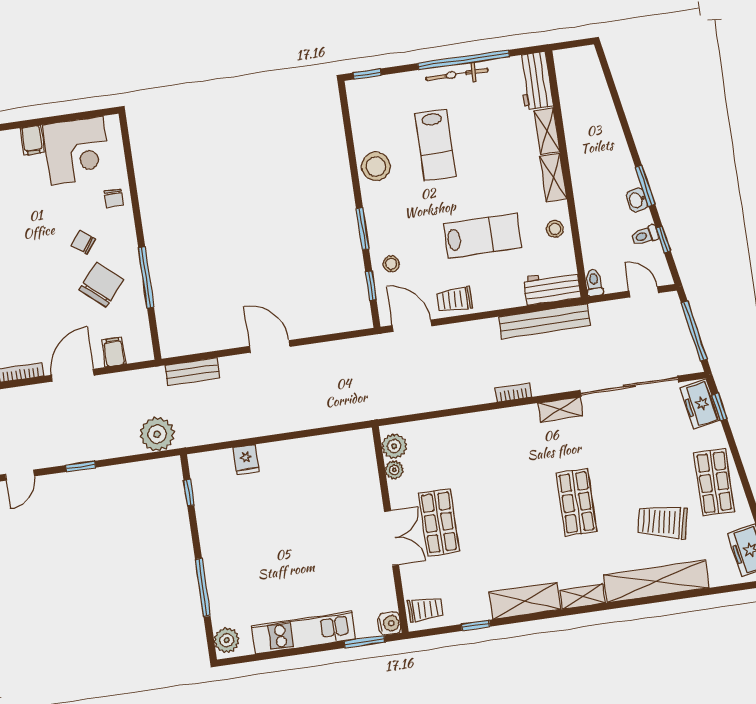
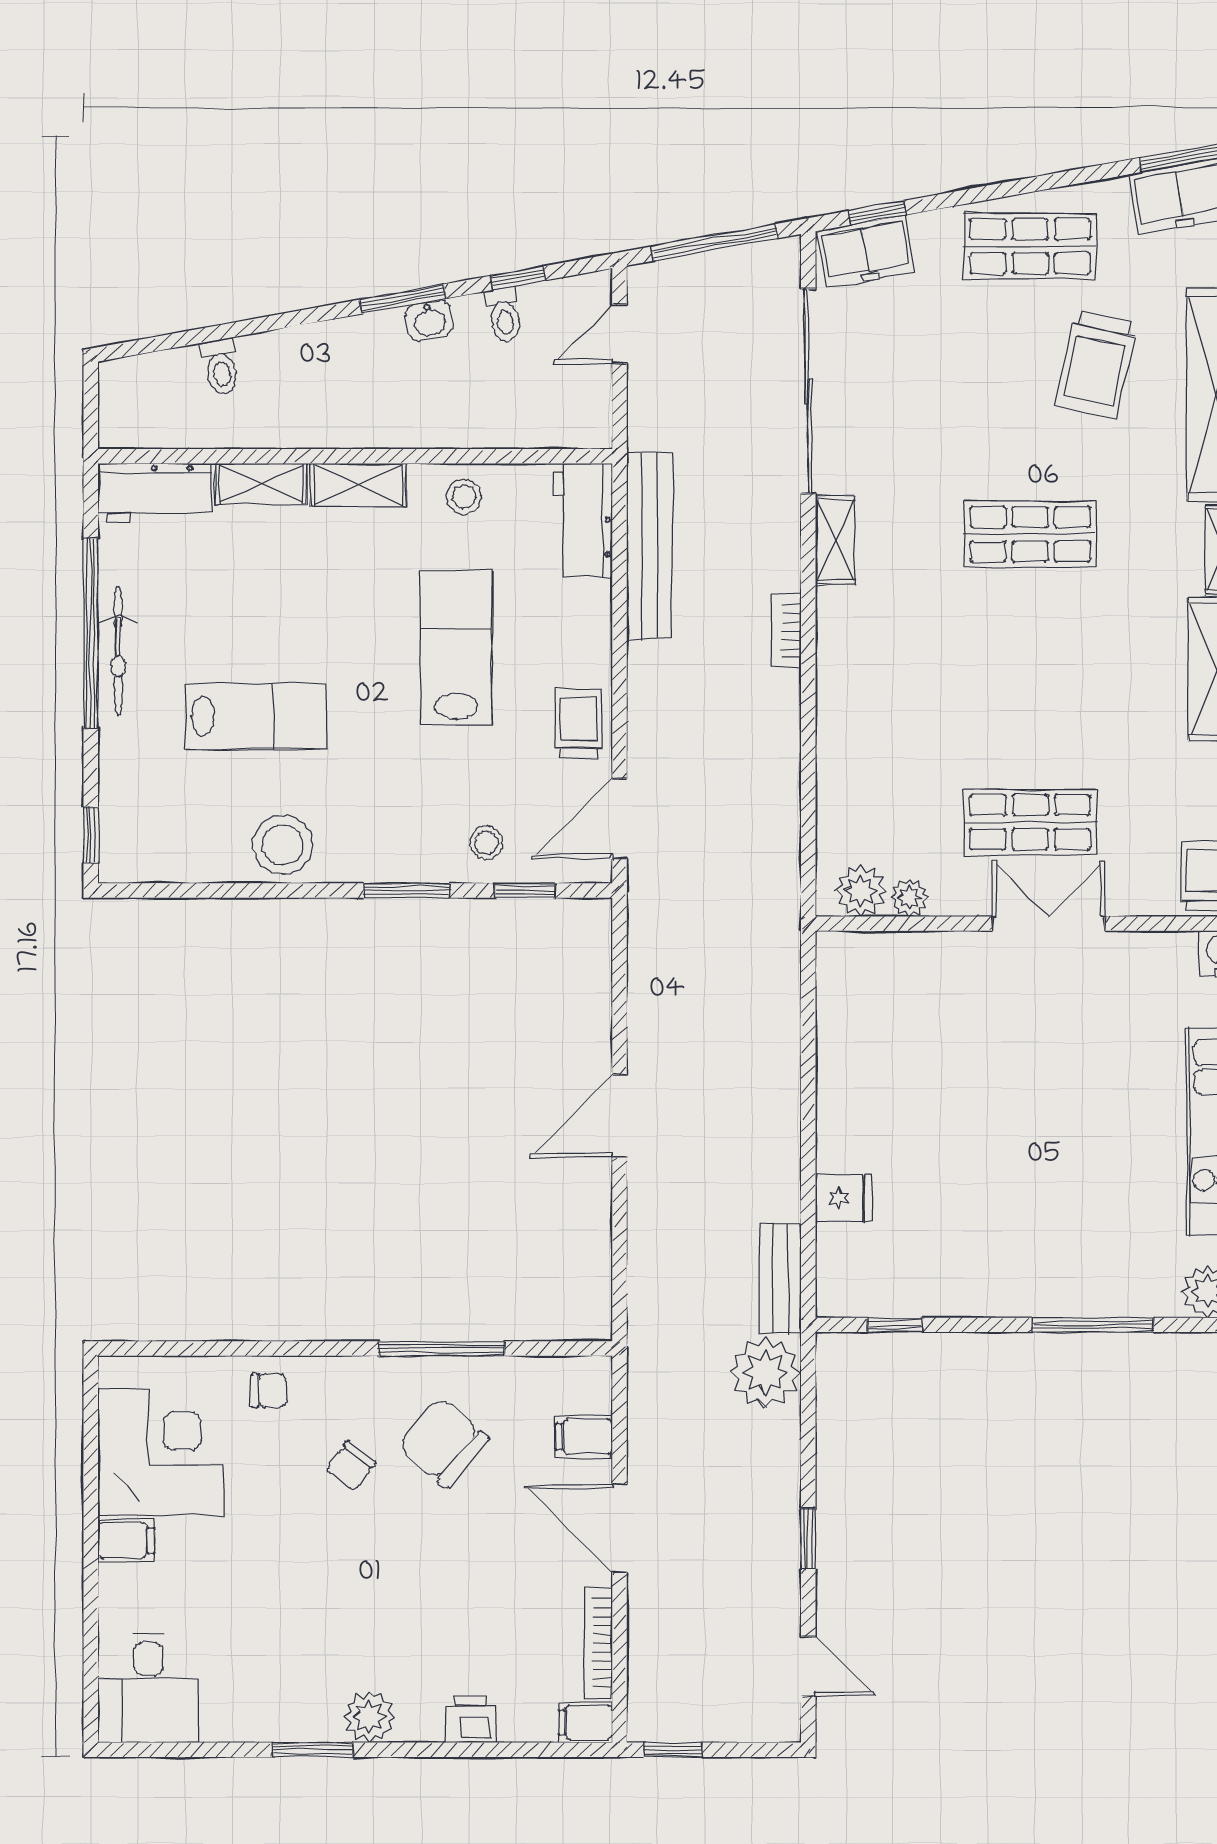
toilet: (594, 282) -> (221, 367), moved, turned -100
trolley: (455, 299) -> (578, 723), turned 180
bench: (192, 371) -> (780, 1278), moved

